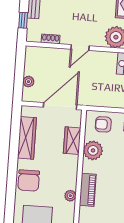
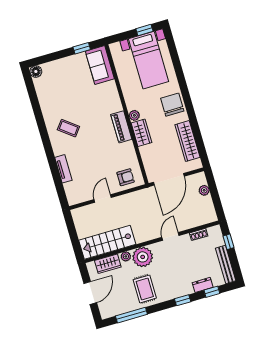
wardrobe: (72, 141) -> (141, 133), moved
plant: (93, 150) -> (126, 151), removed
piano: (88, 190) -> (121, 127), moved
plant: (70, 196) -> (134, 115), moved

